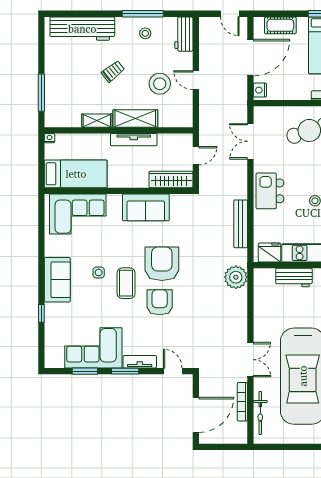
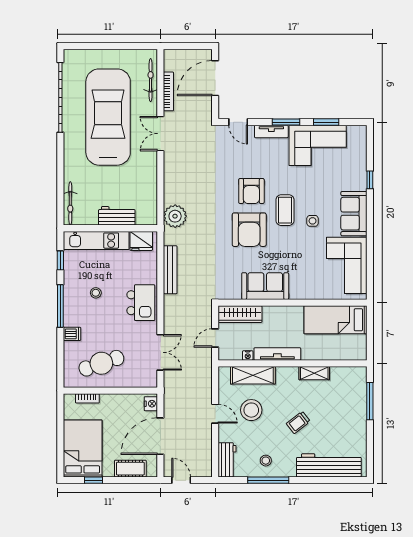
shelving: (135, 118) -> (253, 375), moved
nightstand: (49, 138) -> (248, 355), moved
corner sofa: (78, 214) -> (347, 265), moved, turned -90

